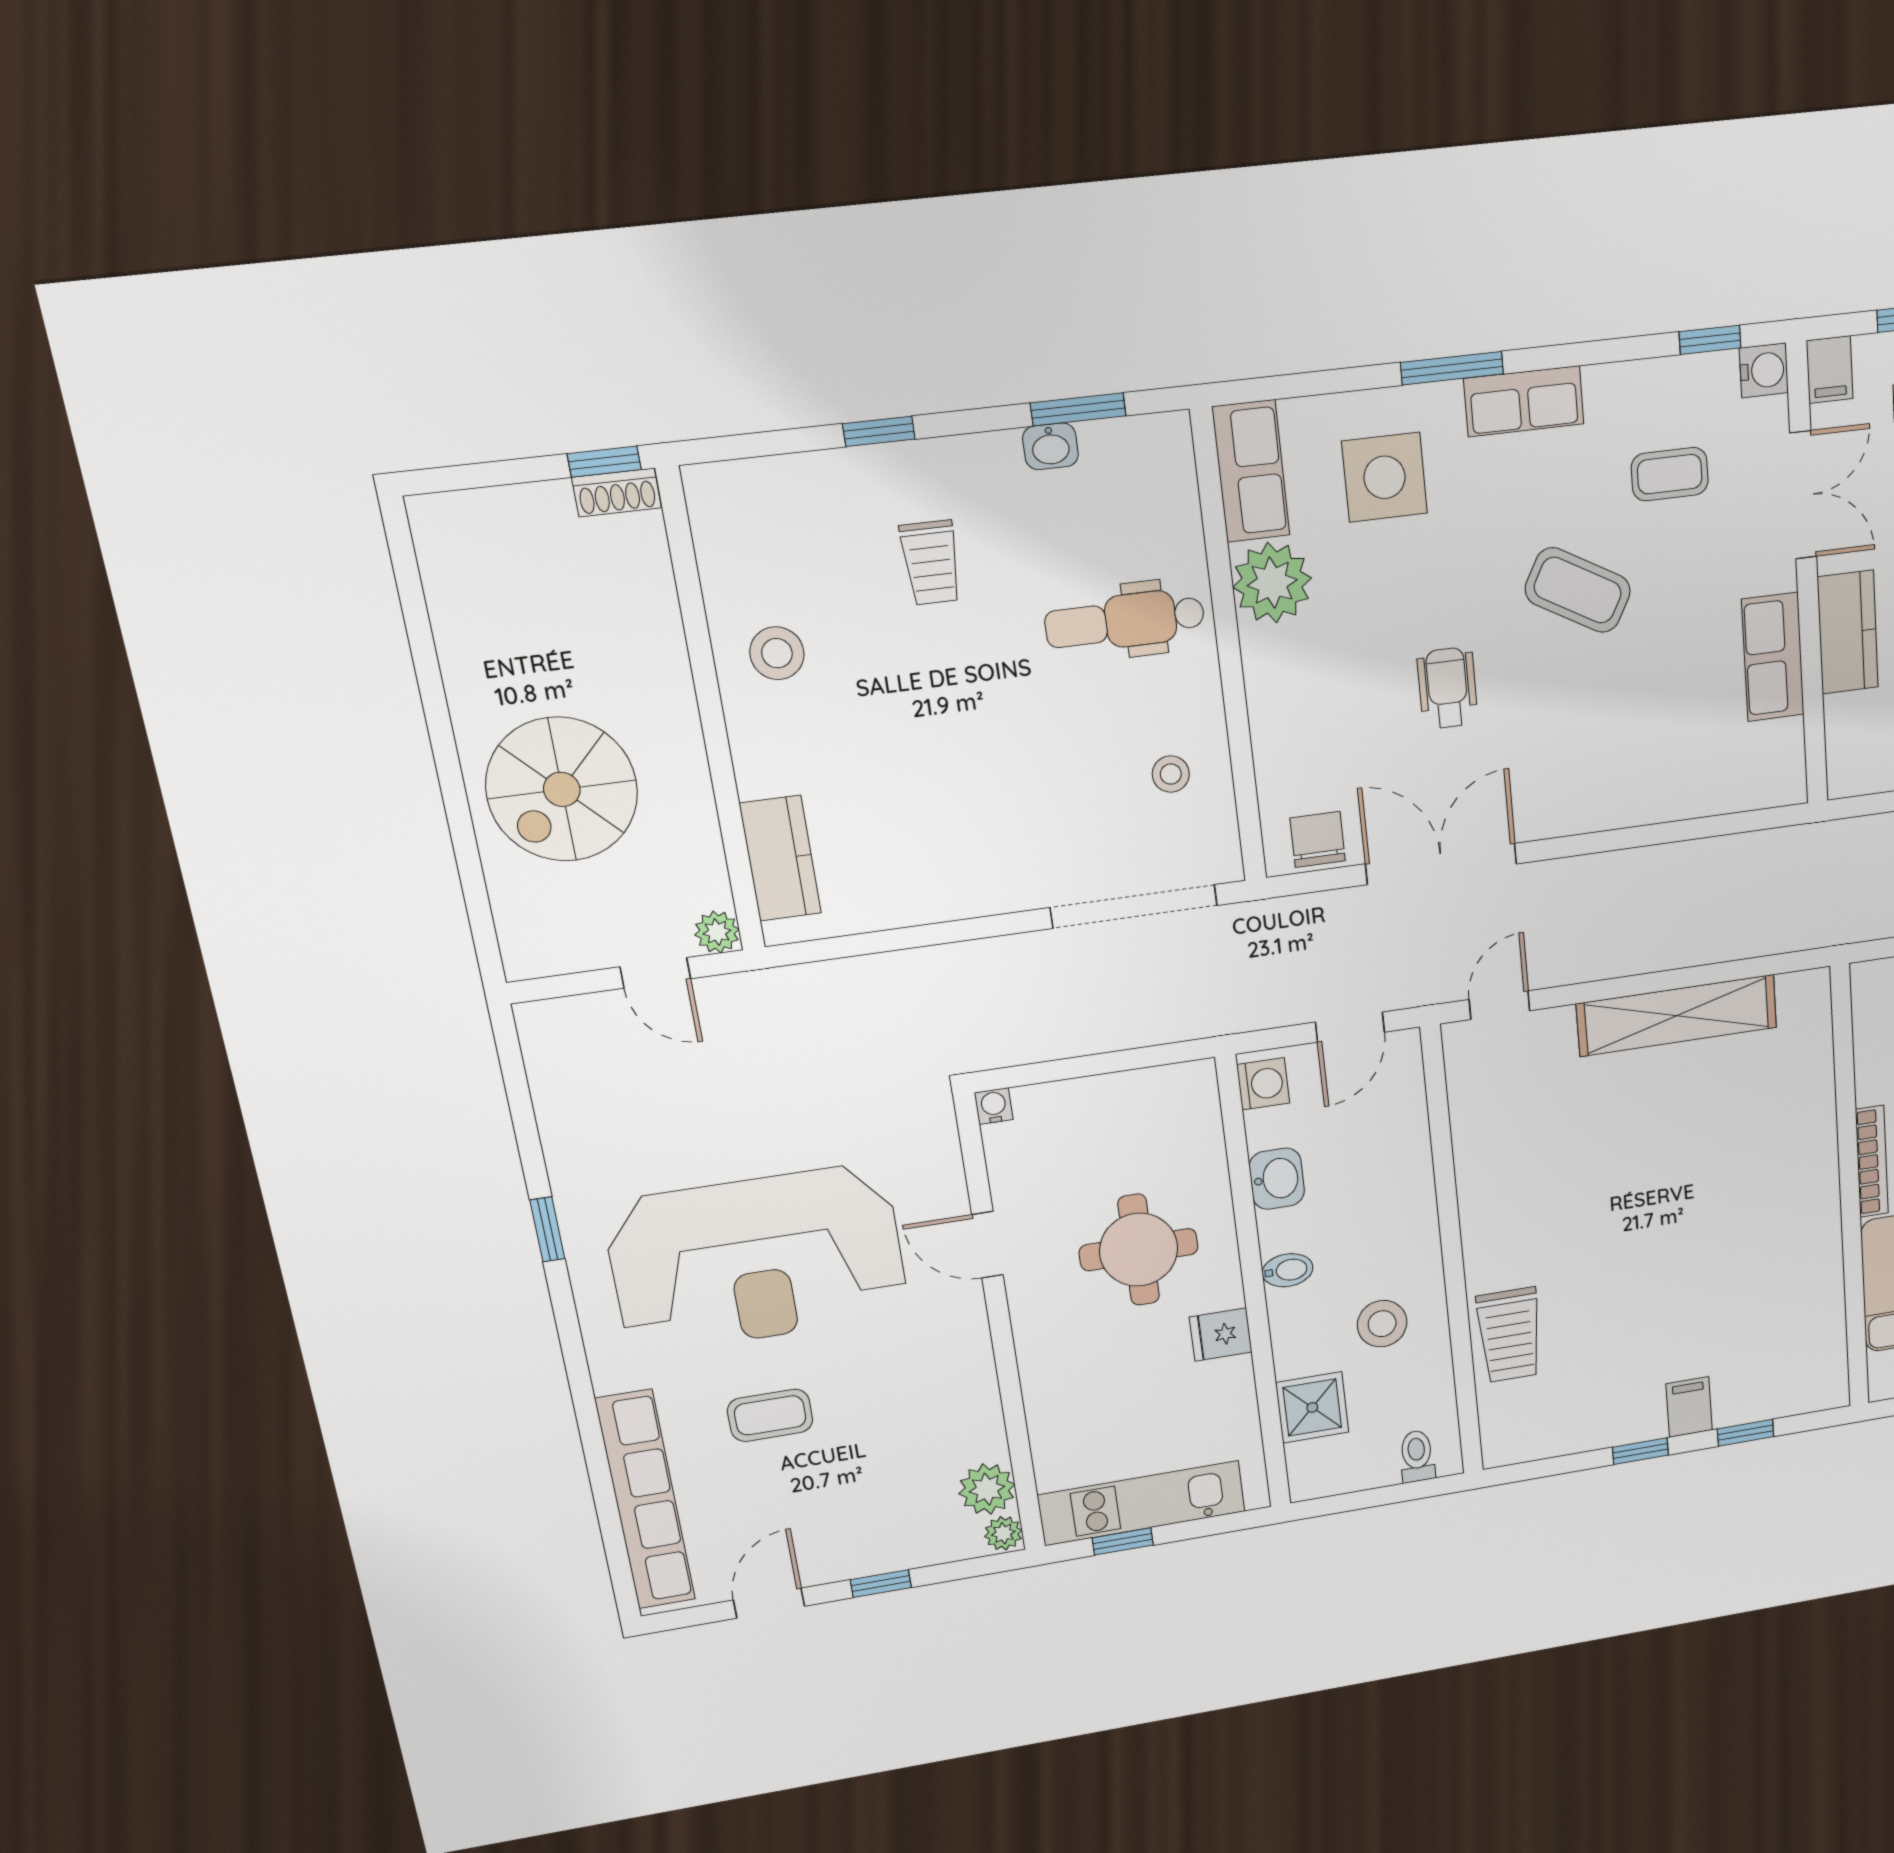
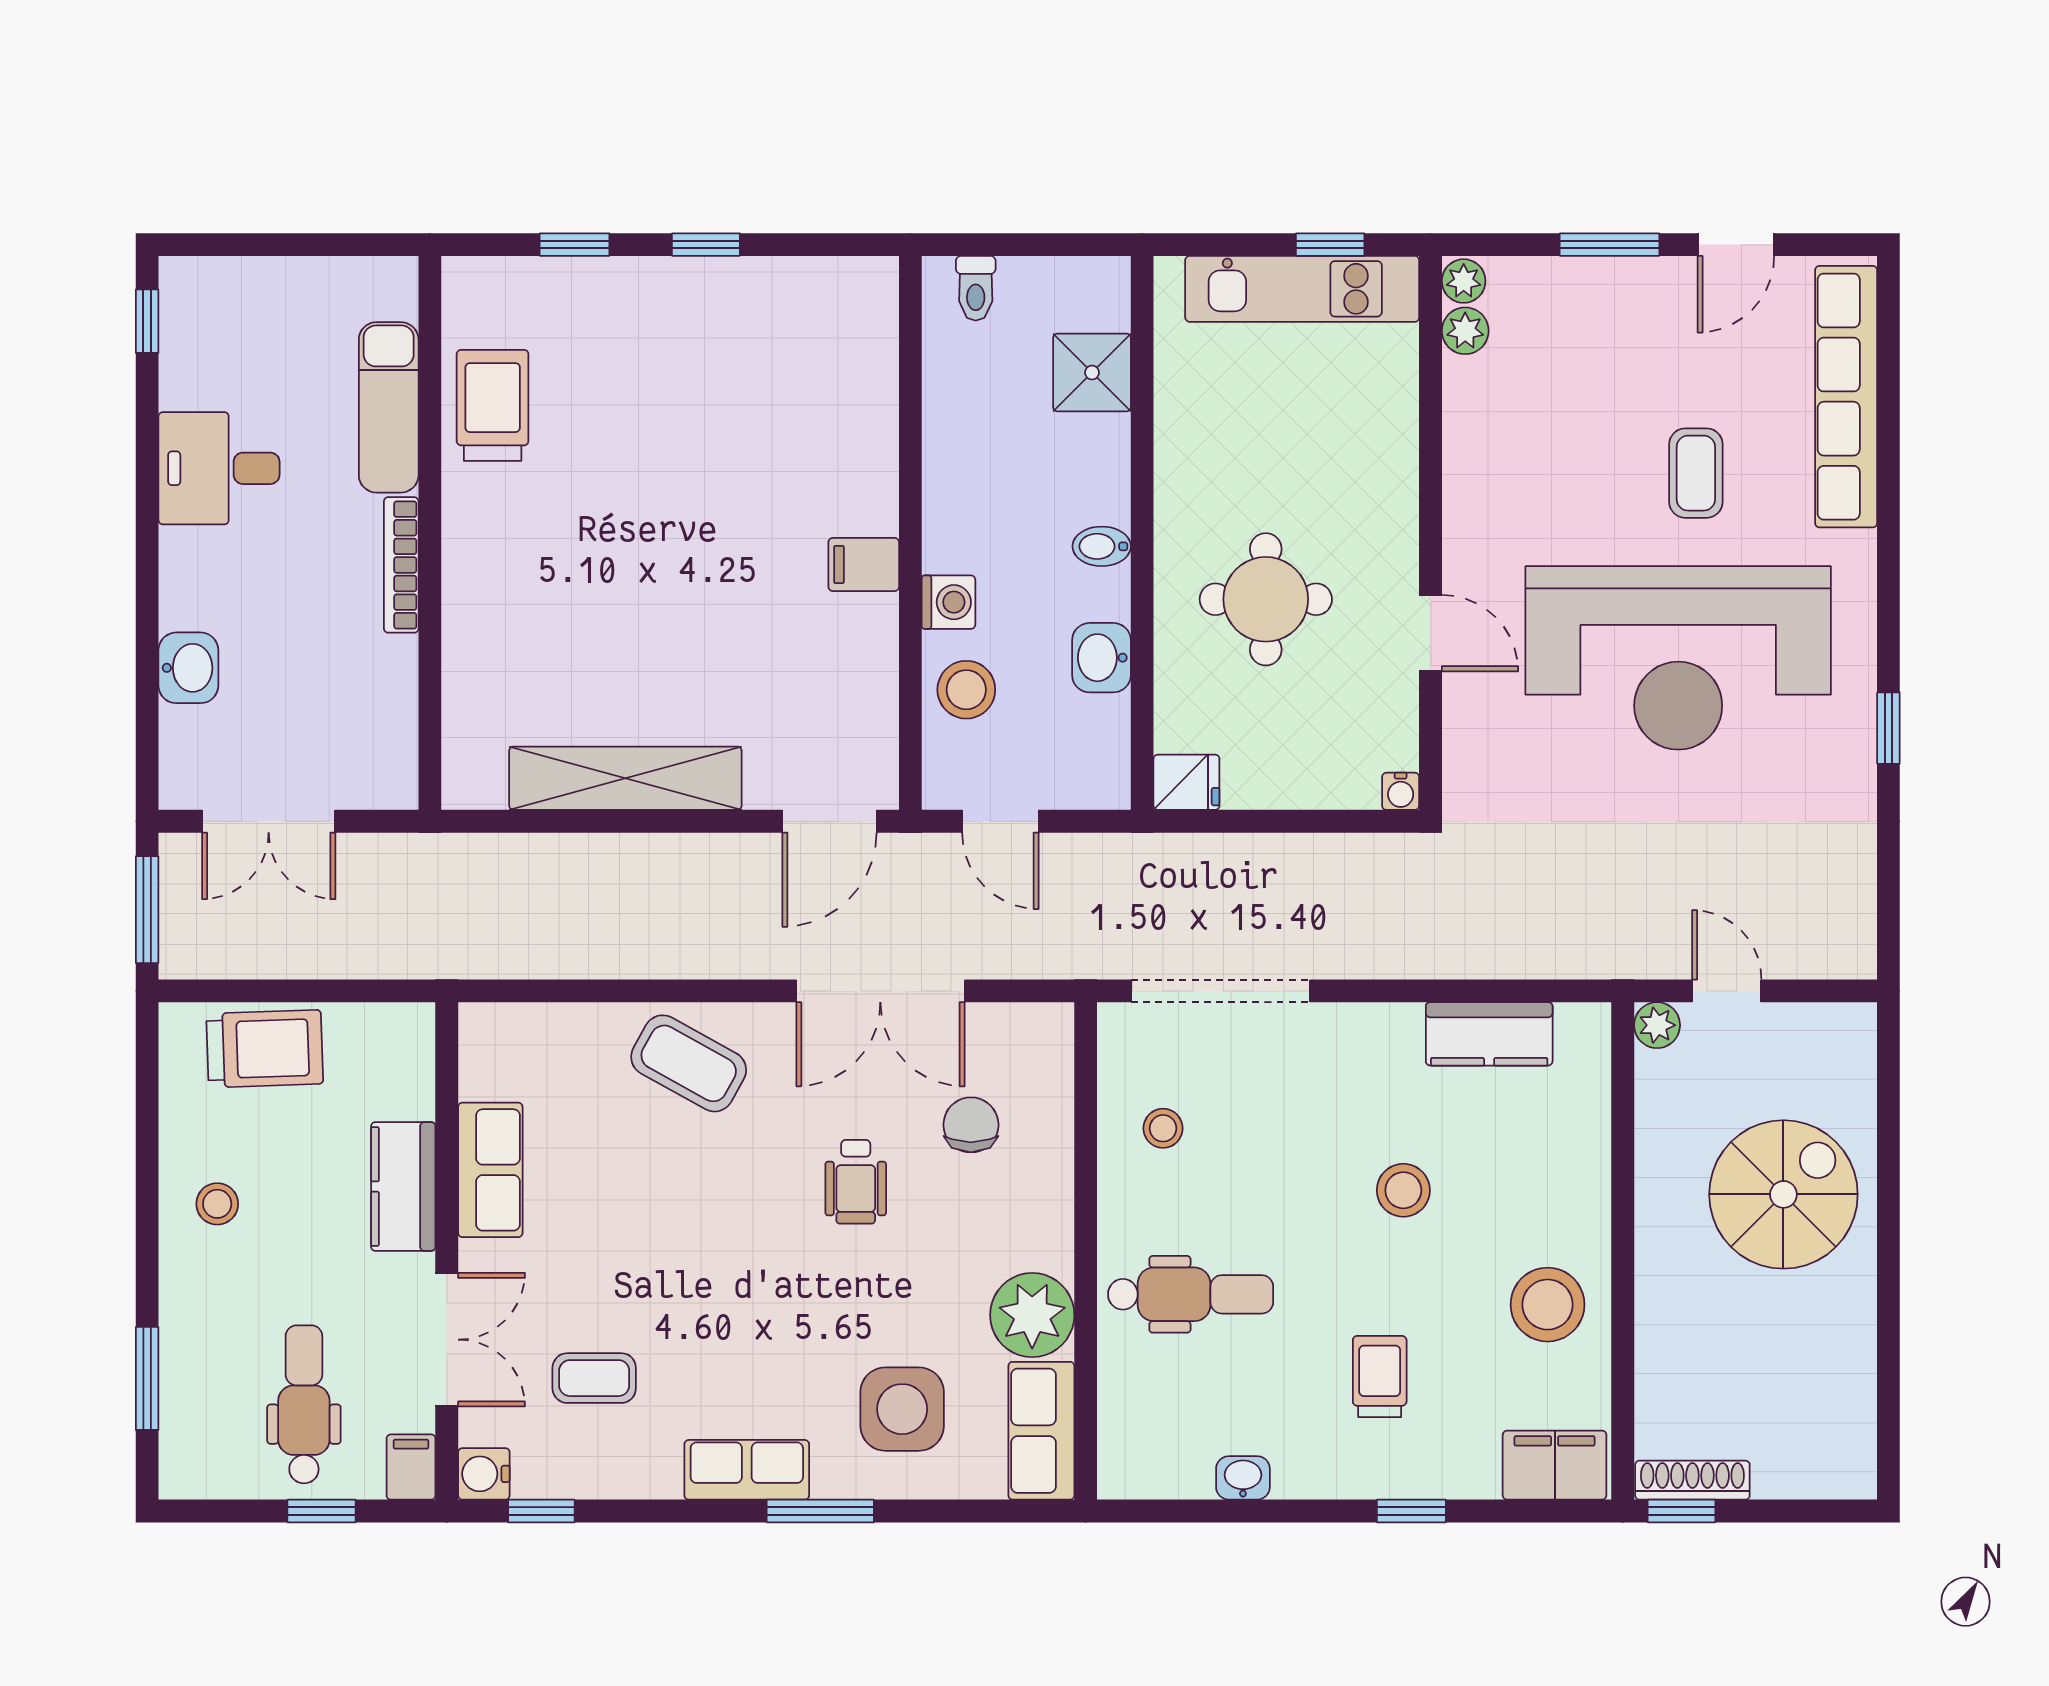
window: (1078, 409) -> (1210, 1511), removed
shoe rack: (617, 493) -> (1692, 1480), width x1.43
filing cabinet: (742, 494) -> (1555, 1465), added
double door: (1803, 495) -> (447, 1340), swing flipped
coffee table: (1578, 590) -> (689, 1063), moved
stool: (777, 653) -> (1548, 1305), width x1.38, depth x1.38
stool: (936, 746) -> (1403, 1190), added
chair: (1318, 839) -> (971, 1125), moved, turned 180
kitchen counter: (780, 858) -> (1489, 1034), moved, turned -90
door: (1500, 1005) -> (829, 821), width x1.38
door: (1350, 1027) -> (1000, 821), swing flipped
washing machine: (1263, 1084) -> (948, 602), moved, turned 180
reception desk: (757, 1259) -> (1678, 658), turned 180
stool: (1382, 1324) -> (966, 690), moved
fridge: (1221, 1335) -> (1186, 782), moved
trolley: (1509, 1335) -> (493, 405), moved
filing cabinet: (1689, 1407) -> (864, 565), moved, turned 90
coffee table: (770, 1415) -> (1696, 473), turned 90
plant: (987, 1489) -> (1465, 331), width x0.73, depth x0.73
window: (881, 1584) -> (1609, 245), width x1.50

